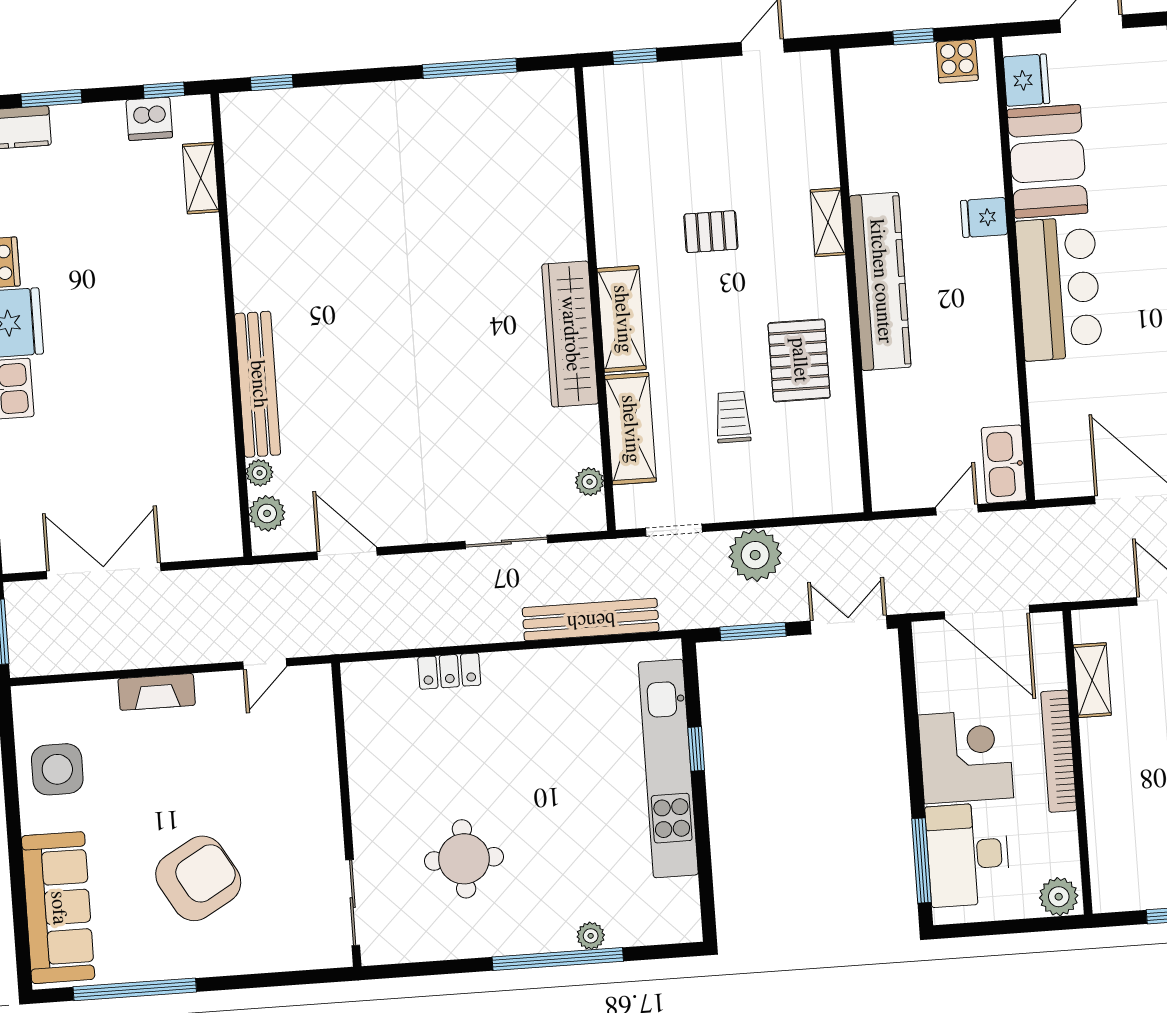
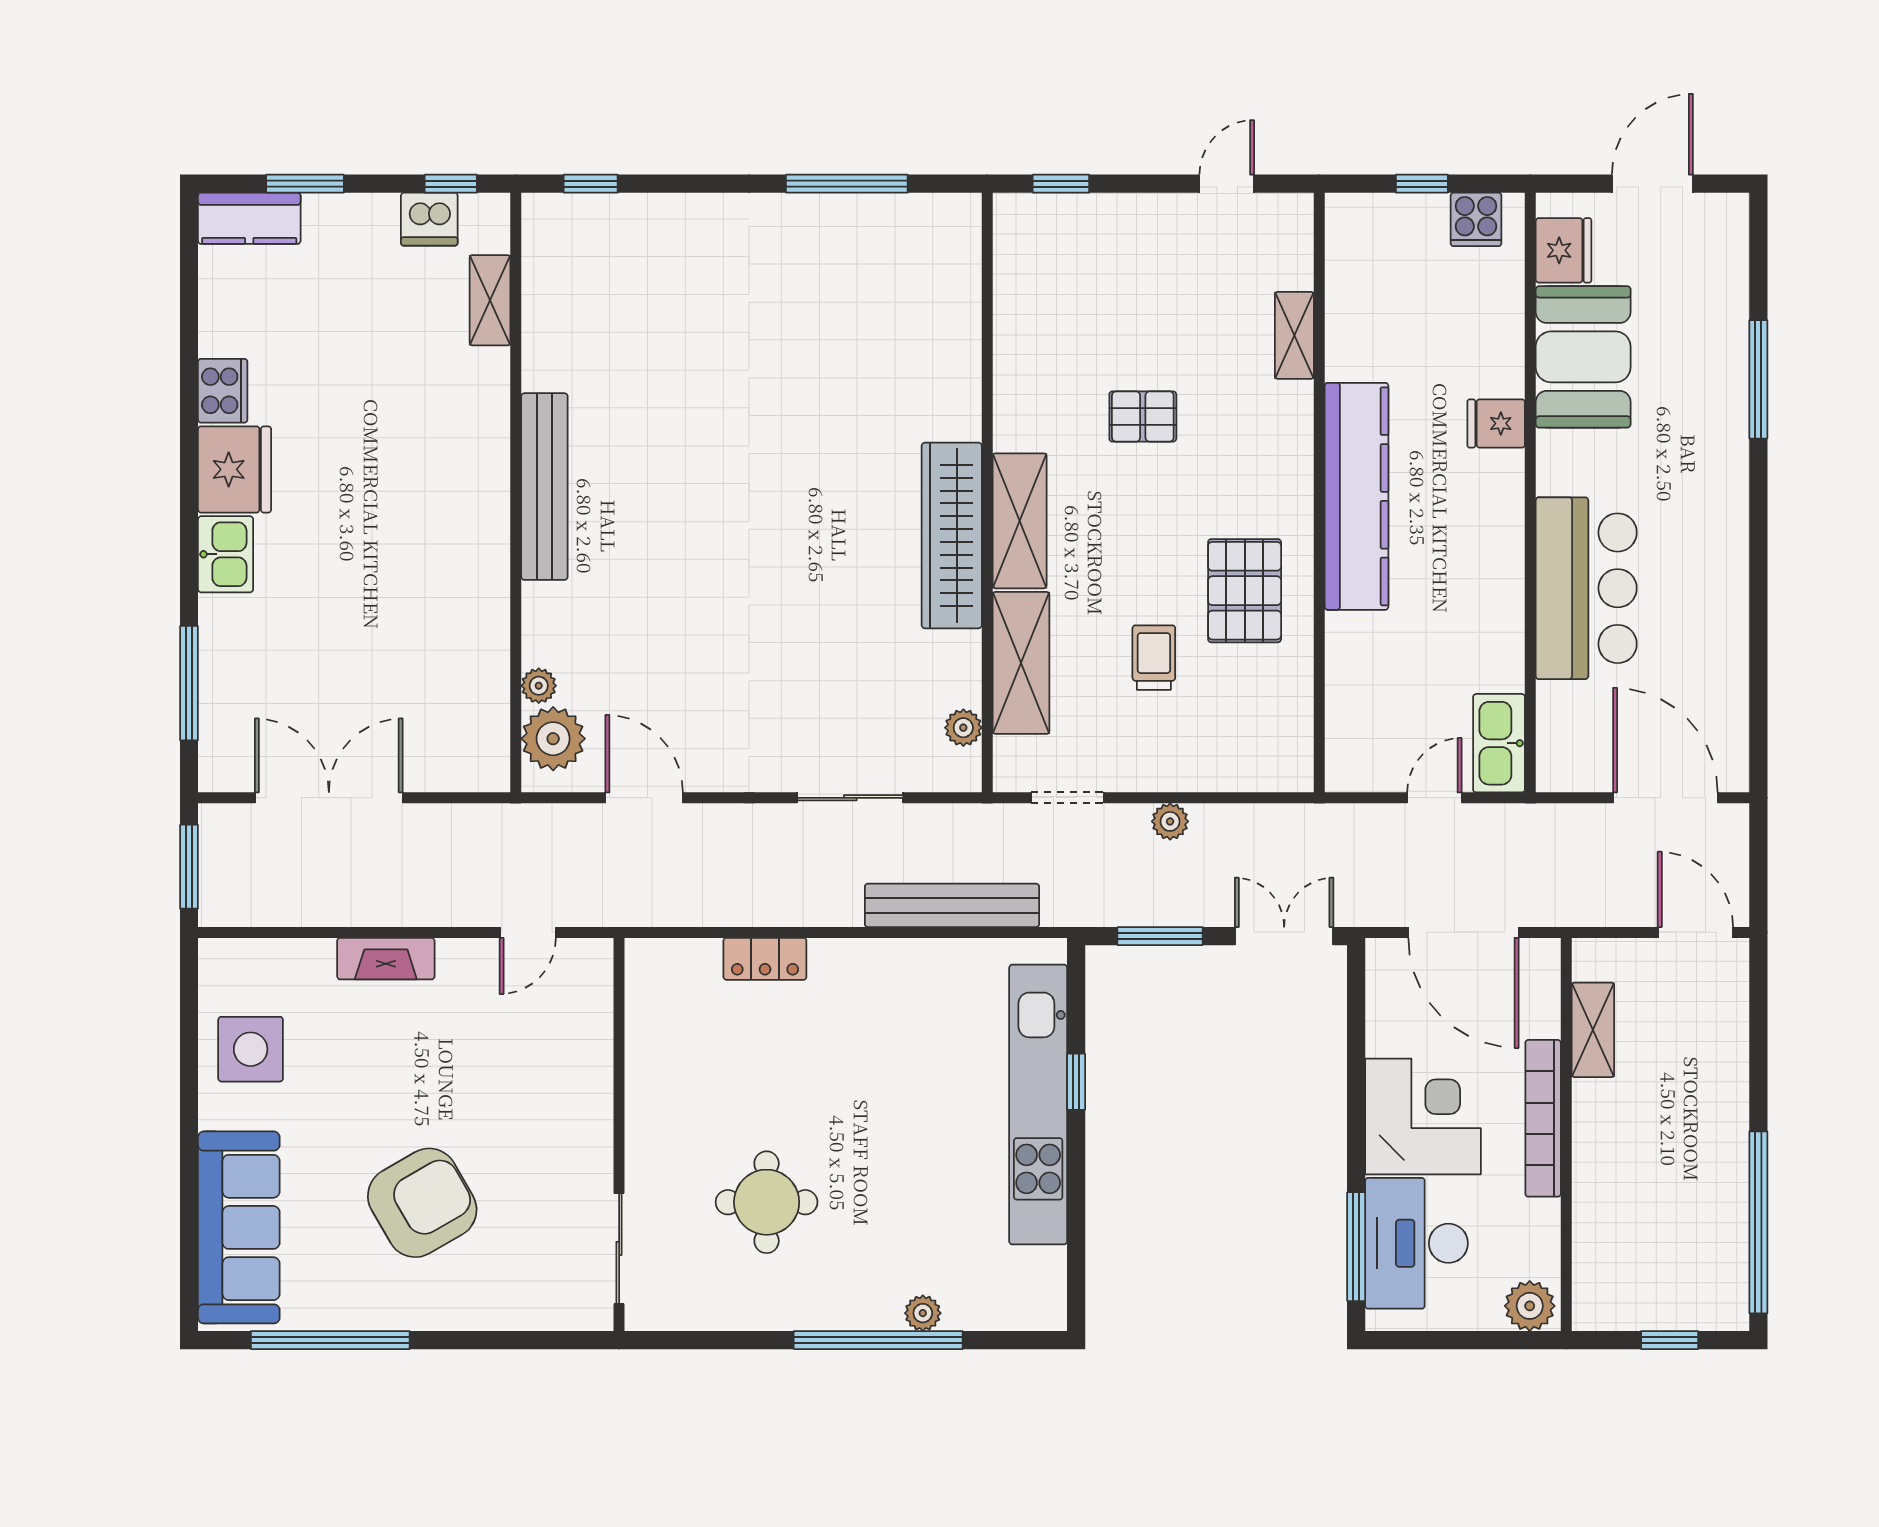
shelving: (828, 222) -> (1294, 335), moved
bar counter: (1059, 289) -> (1586, 588), moved
bench: (258, 384) -> (544, 487), moved
plant: (267, 513) -> (553, 739), width x1.36, depth x1.36
plant: (755, 555) -> (1170, 821), width x0.53, depth x0.53

